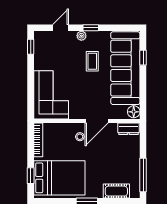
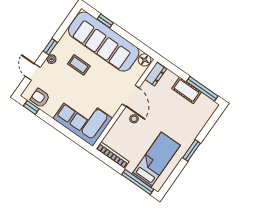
armchair: (43, 49) -> (40, 98), added
window: (31, 176) -> (138, 182), width x2.17
bed: (59, 178) -> (156, 160), width x0.67
cot: (116, 191) -> (186, 90), moved, turned 90

